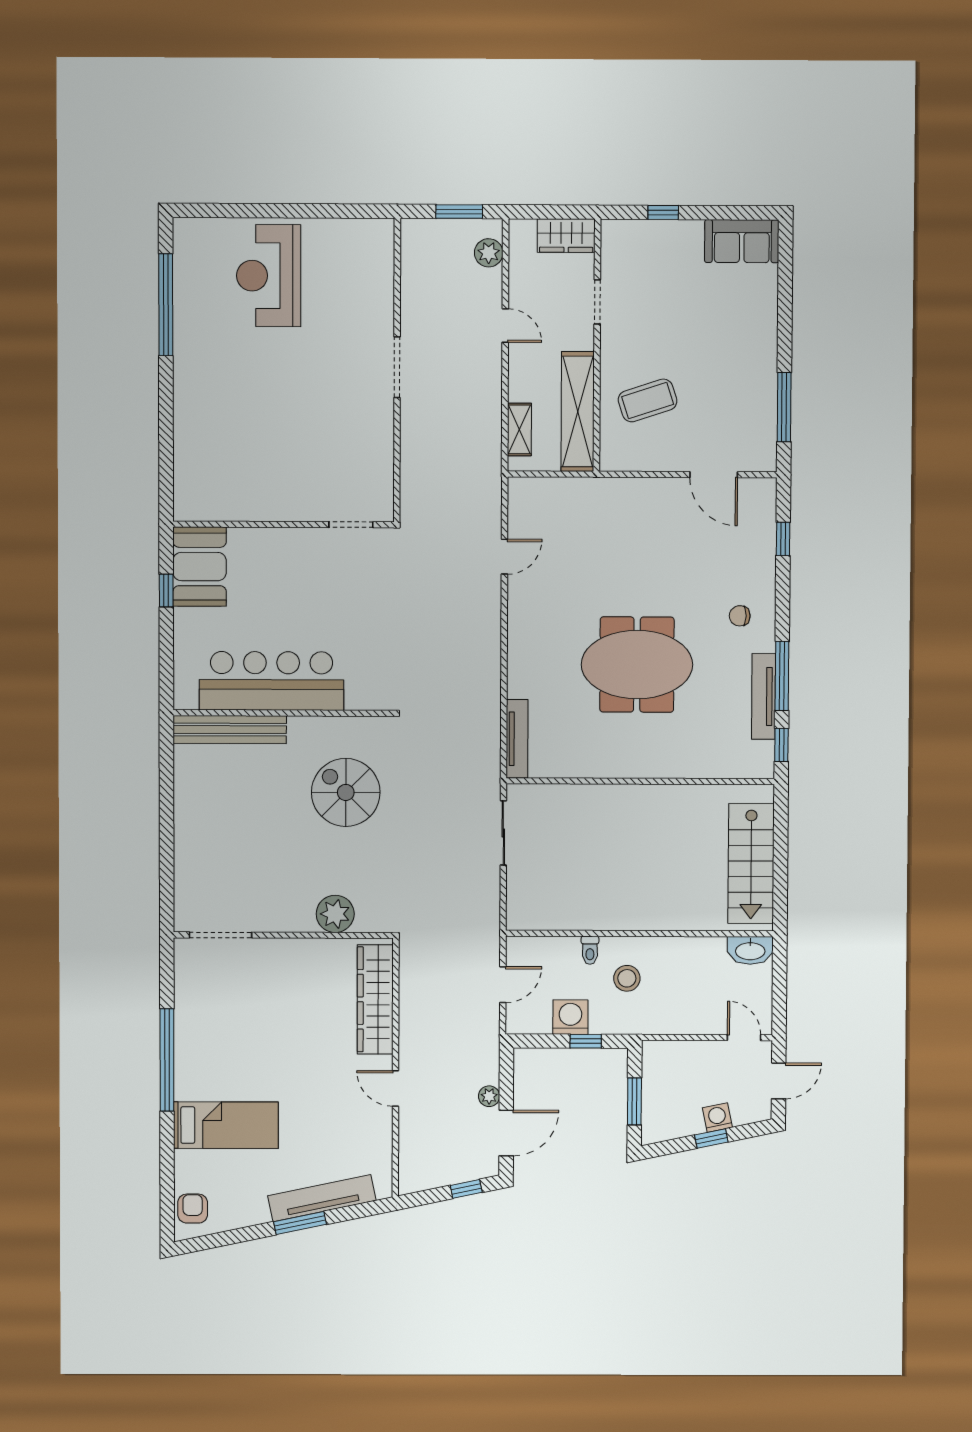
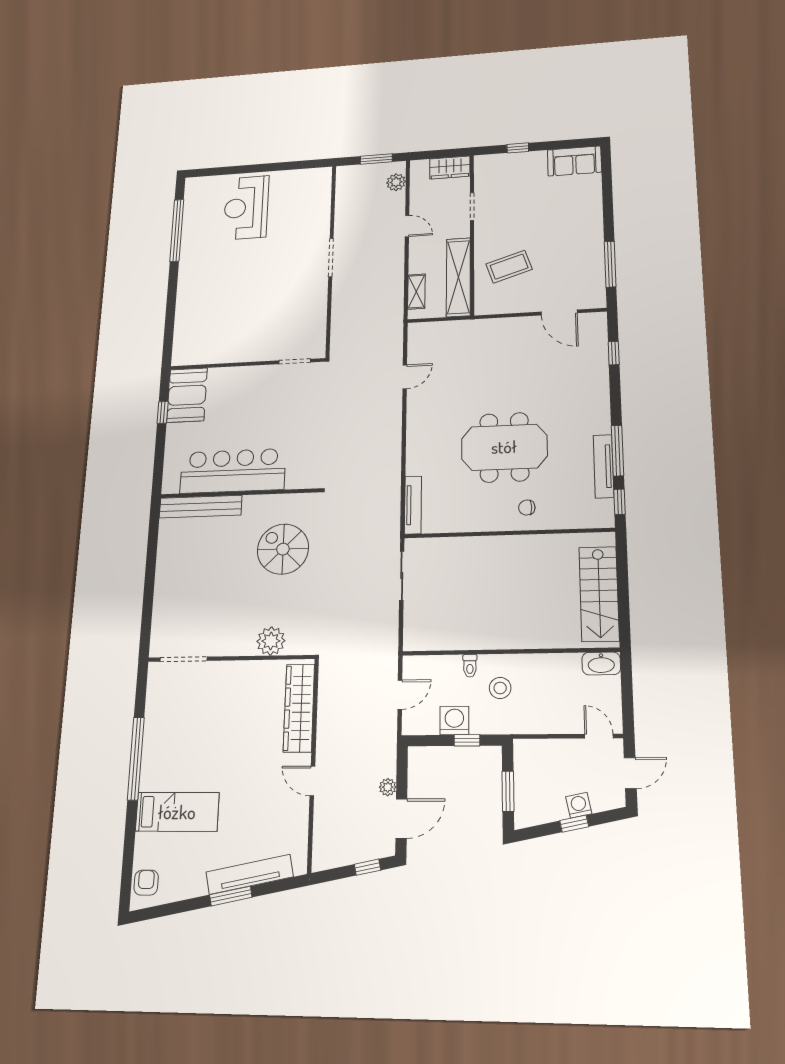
chair: (740, 616) -> (527, 508), moved

